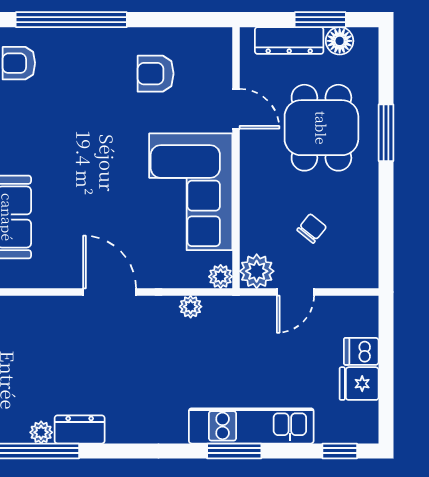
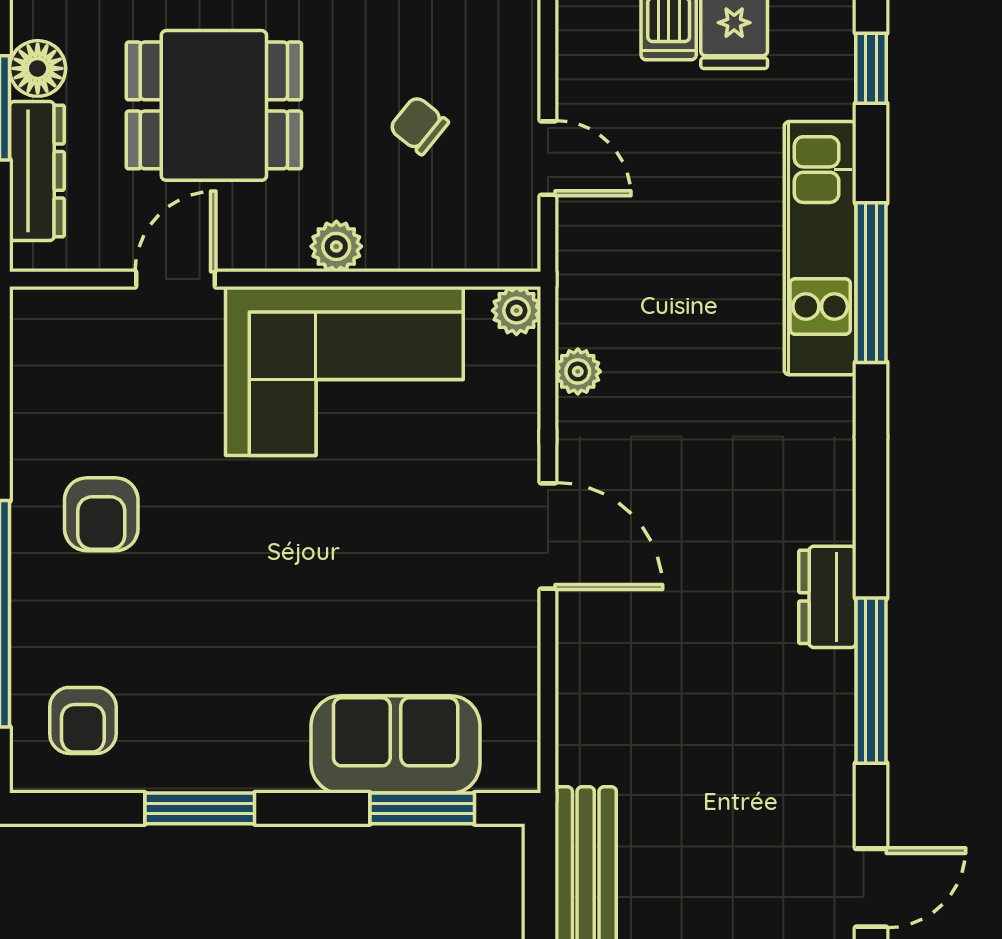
armchair: (156, 74) -> (101, 514), moved
plant: (257, 271) -> (336, 246), moved, width x0.73, depth x0.73
door: (110, 292) -> (548, 536), swing flipped
plant: (41, 432) -> (833, 675), removed
window: (234, 451) -> (871, 283), width x1.44

